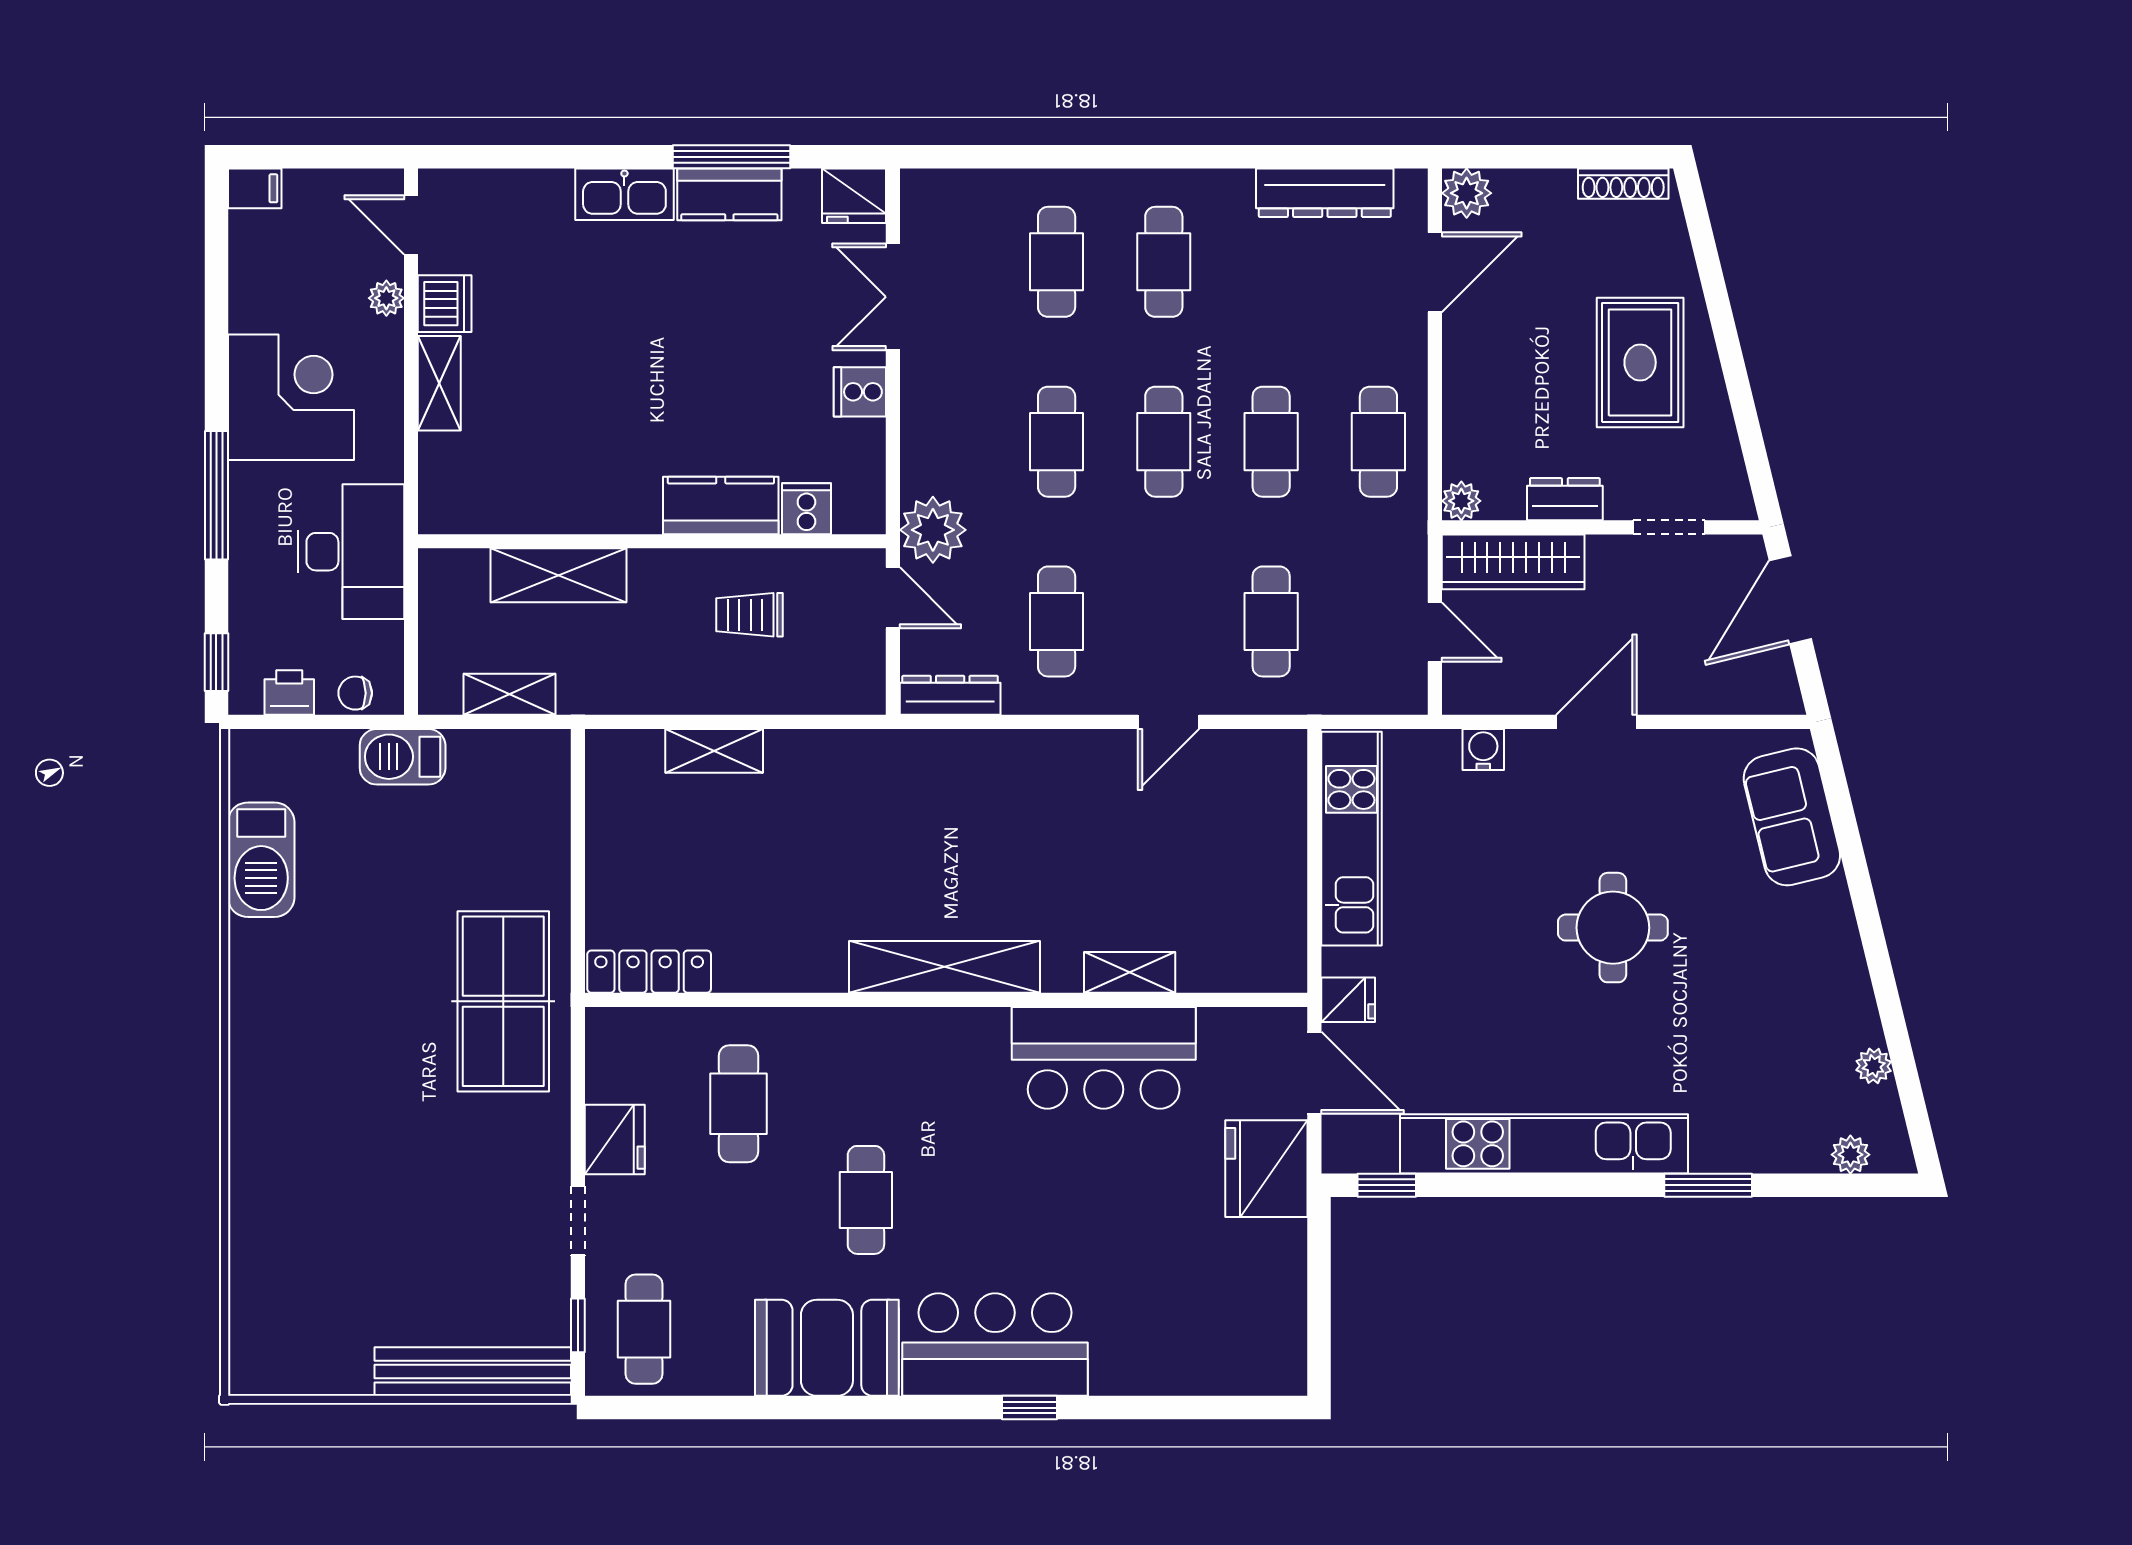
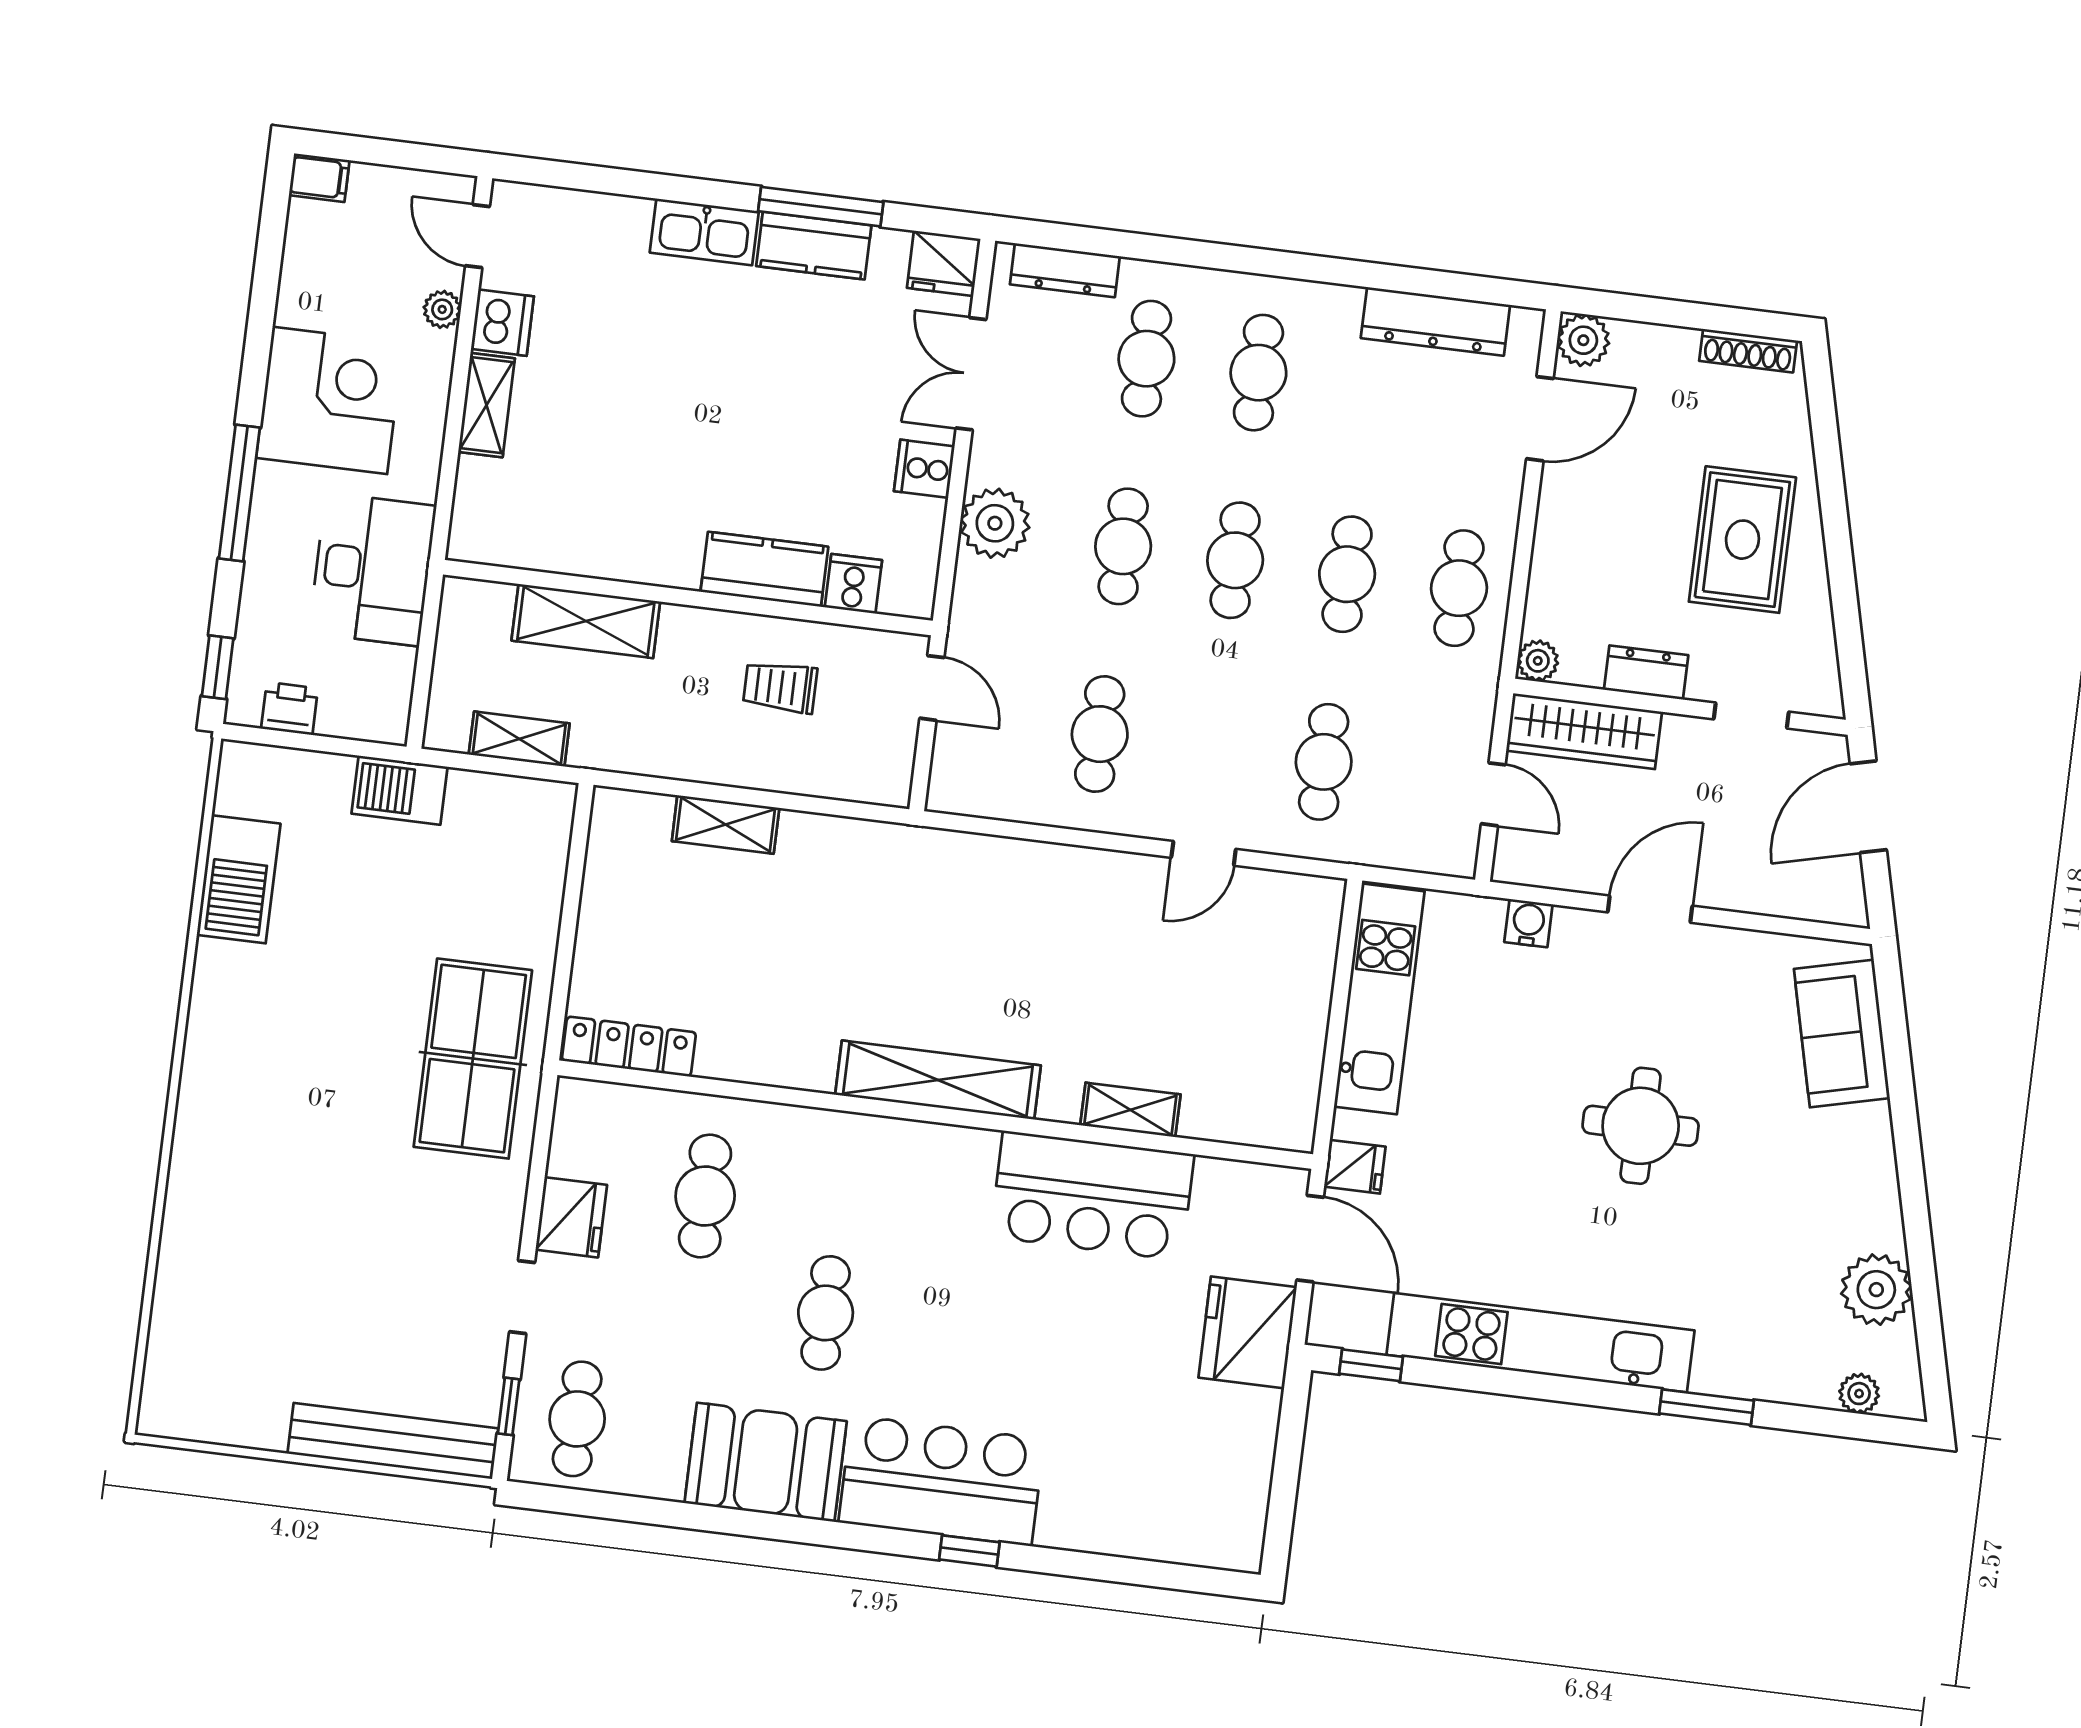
plant: (933, 530) -> (995, 523), moved
chair: (355, 693) -> (358, 718), removed
dresser: (950, 695) -> (1065, 270), moved, turned 180
plant: (1874, 1066) -> (1876, 1290), width x1.87, depth x1.87

